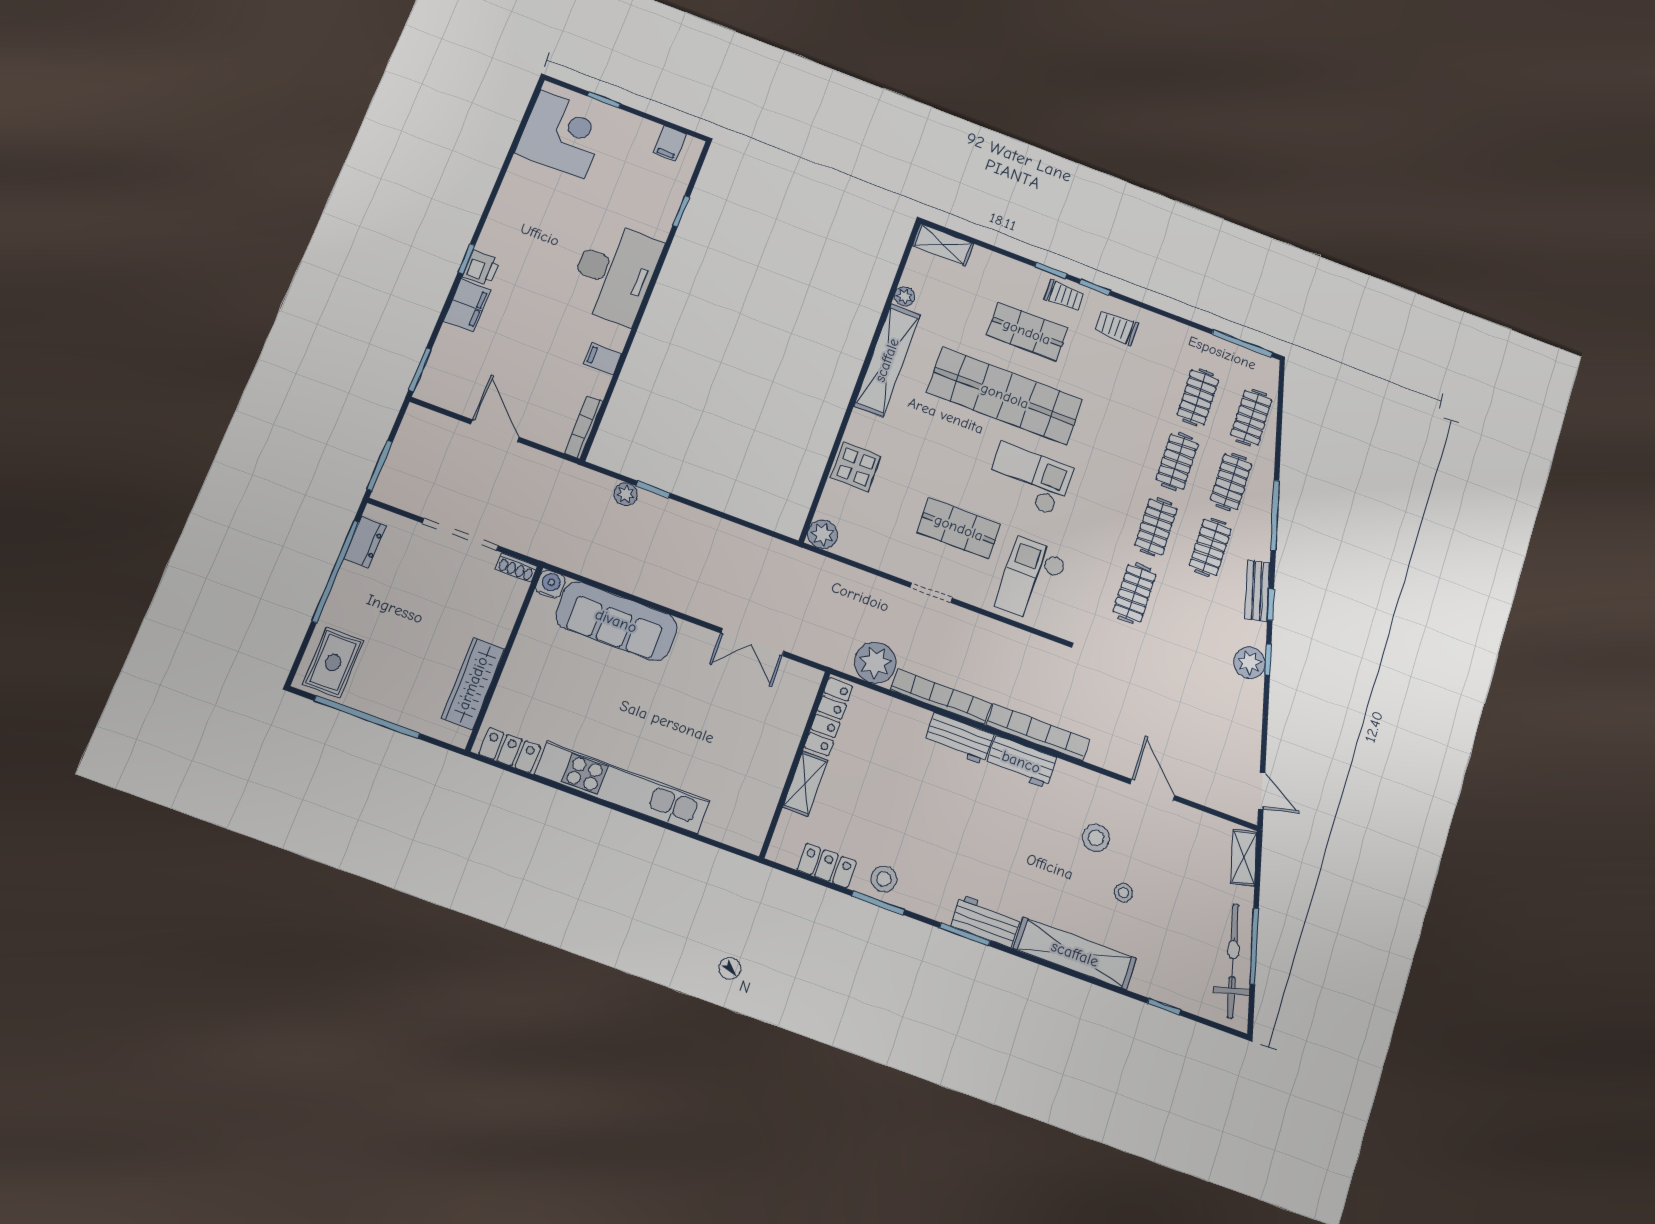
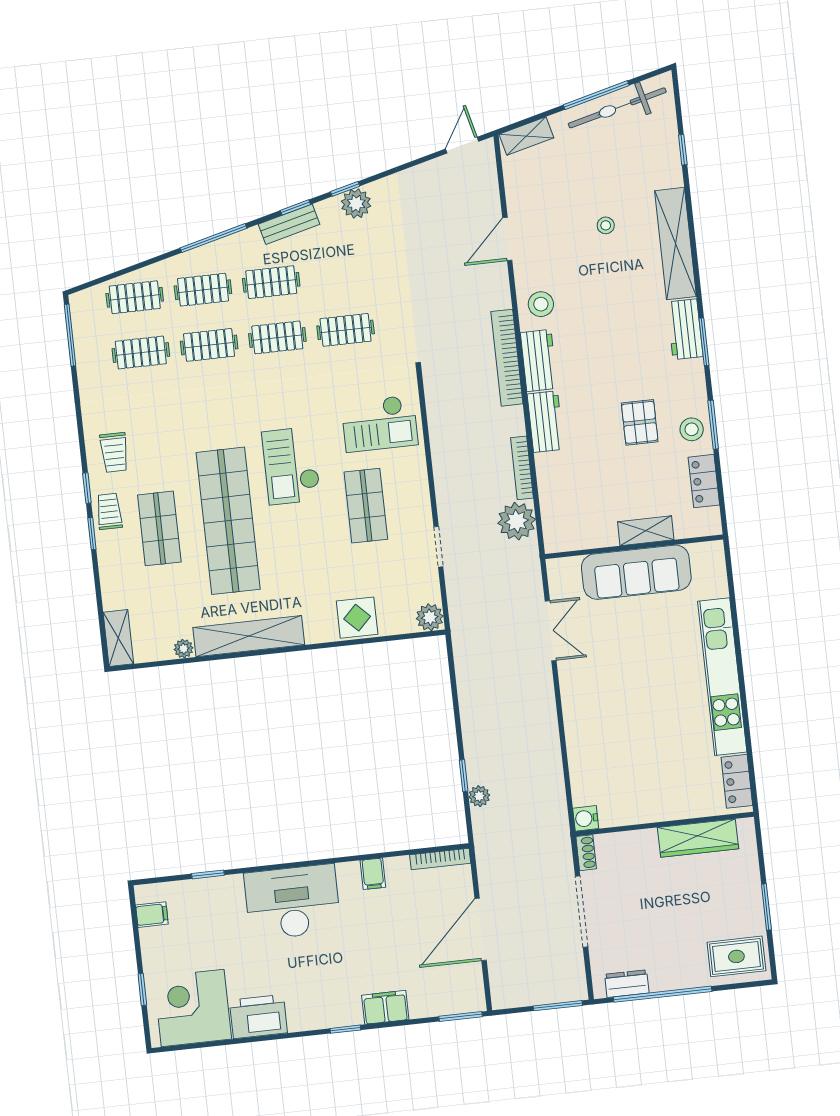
printer: (481, 268) -> (258, 1017), moved, width x1.87, depth x1.48
door: (495, 431) -> (481, 929), width x1.36
doorway: (931, 593) -> (438, 547), moved
sofa: (616, 621) -> (636, 572), moved, turned 90
bookcase: (941, 697) -> (522, 468), width x0.68, depth x0.76
window: (367, 717) -> (766, 907), width x0.47
locker: (829, 717) -> (581, 538), removed
pallet: (915, 830) -> (640, 422), added
stool: (1096, 838) -> (541, 304), moved

